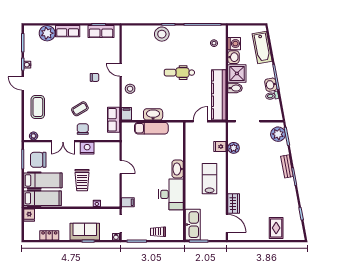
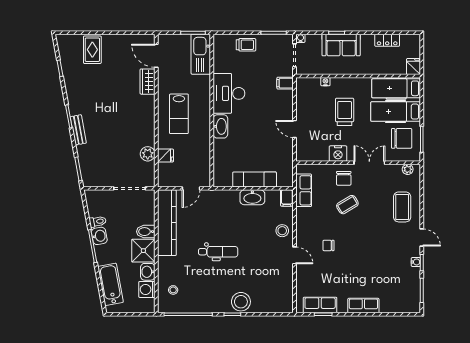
plant: (47, 33) -> (390, 303), removed
plant: (278, 134) -> (90, 172), removed

